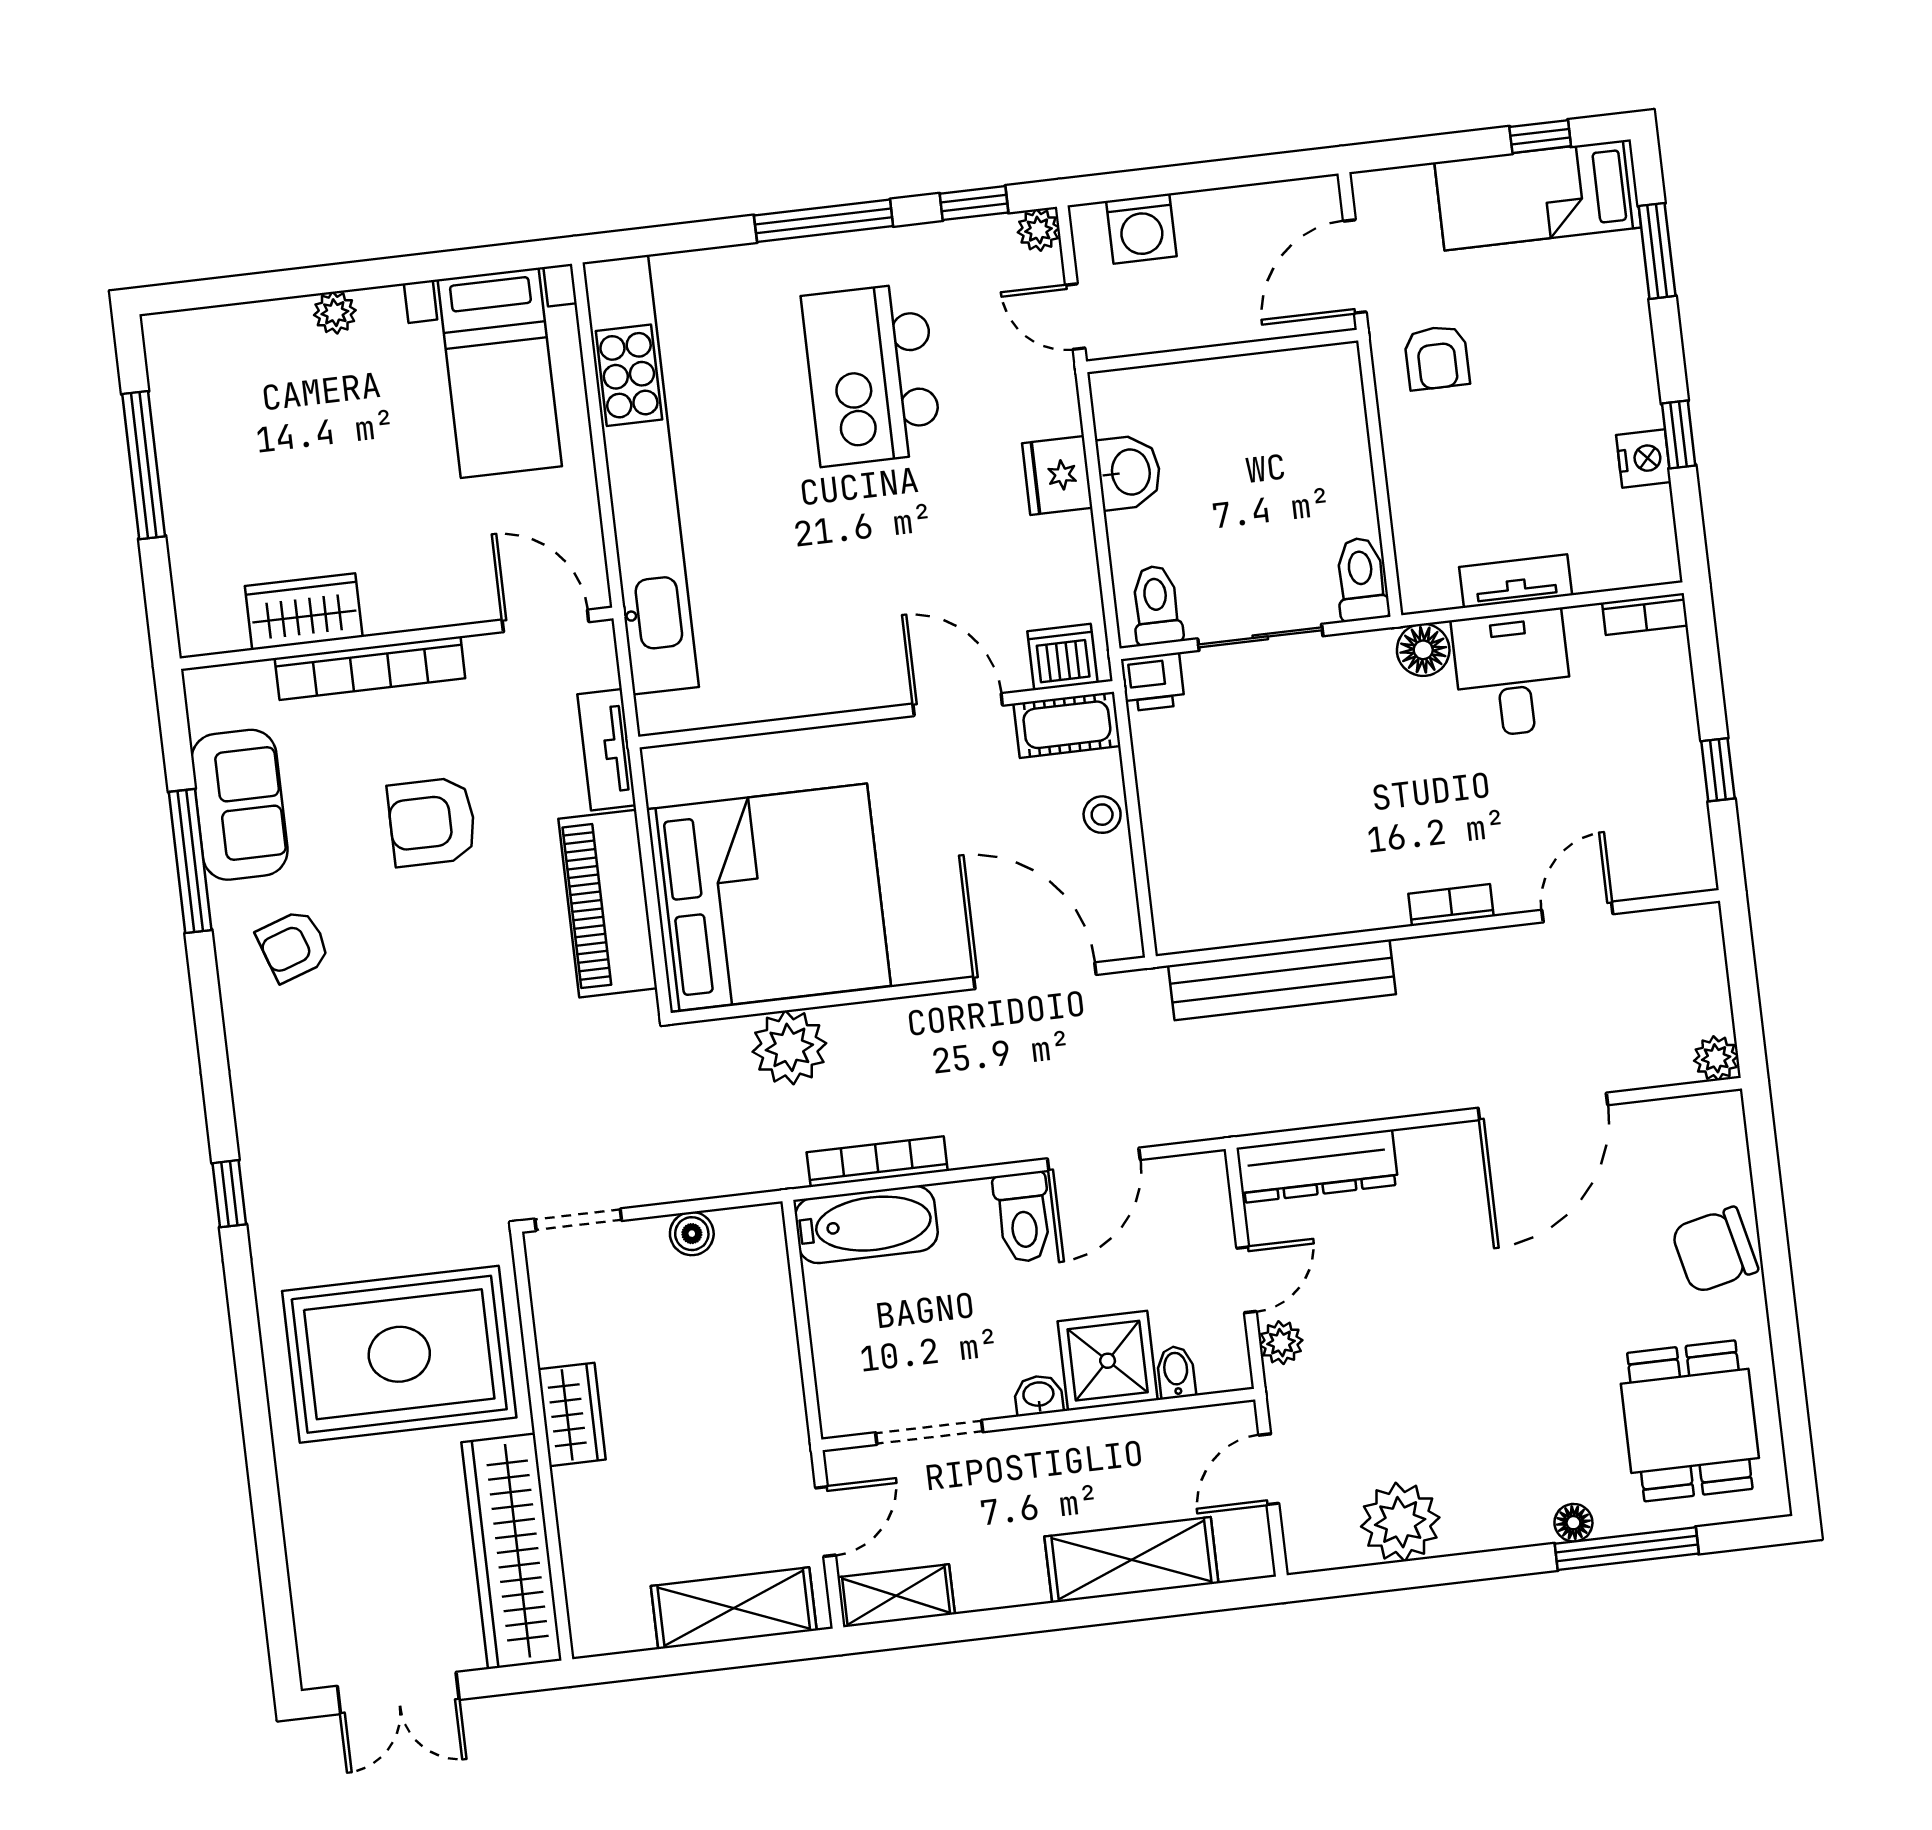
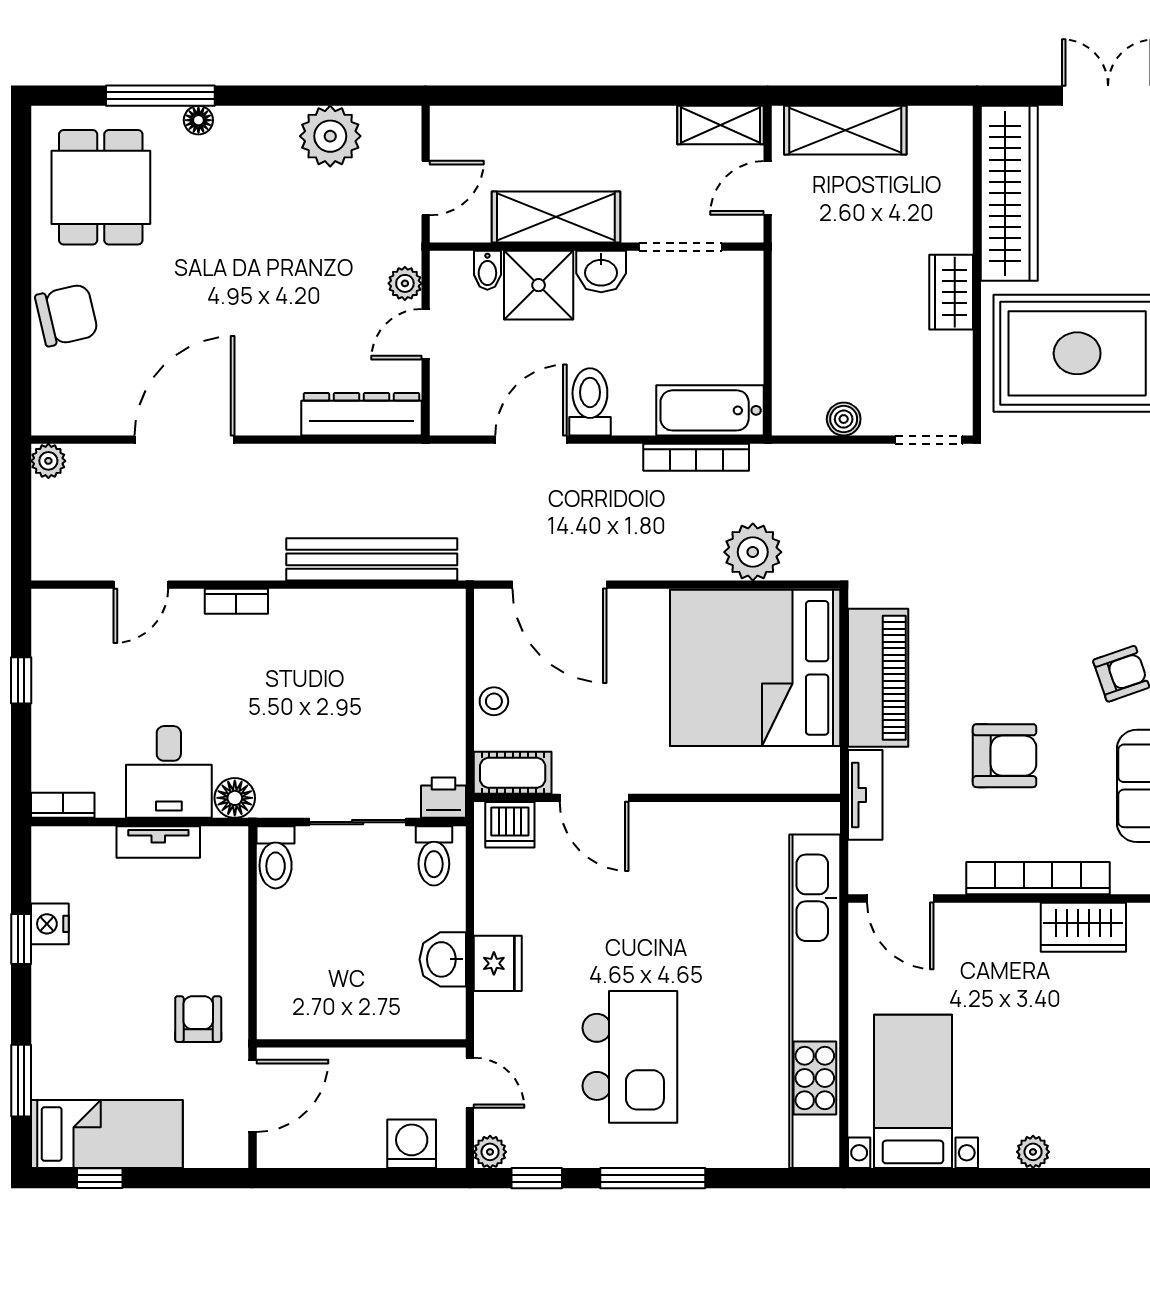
washbasin: (1039, 1395) -> (601, 272), width x1.38, depth x1.45
shelving: (1131, 1560) -> (556, 217), moved

